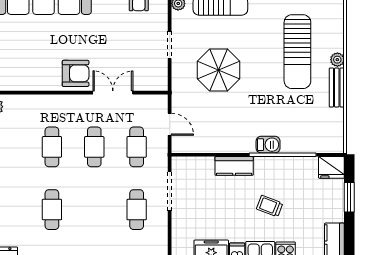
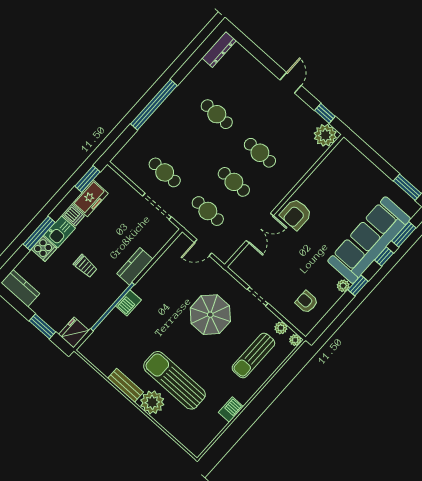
plant: (337, 60) -> (152, 402), width x1.88, depth x1.88
trolley: (270, 206) -> (85, 266), turned 69

